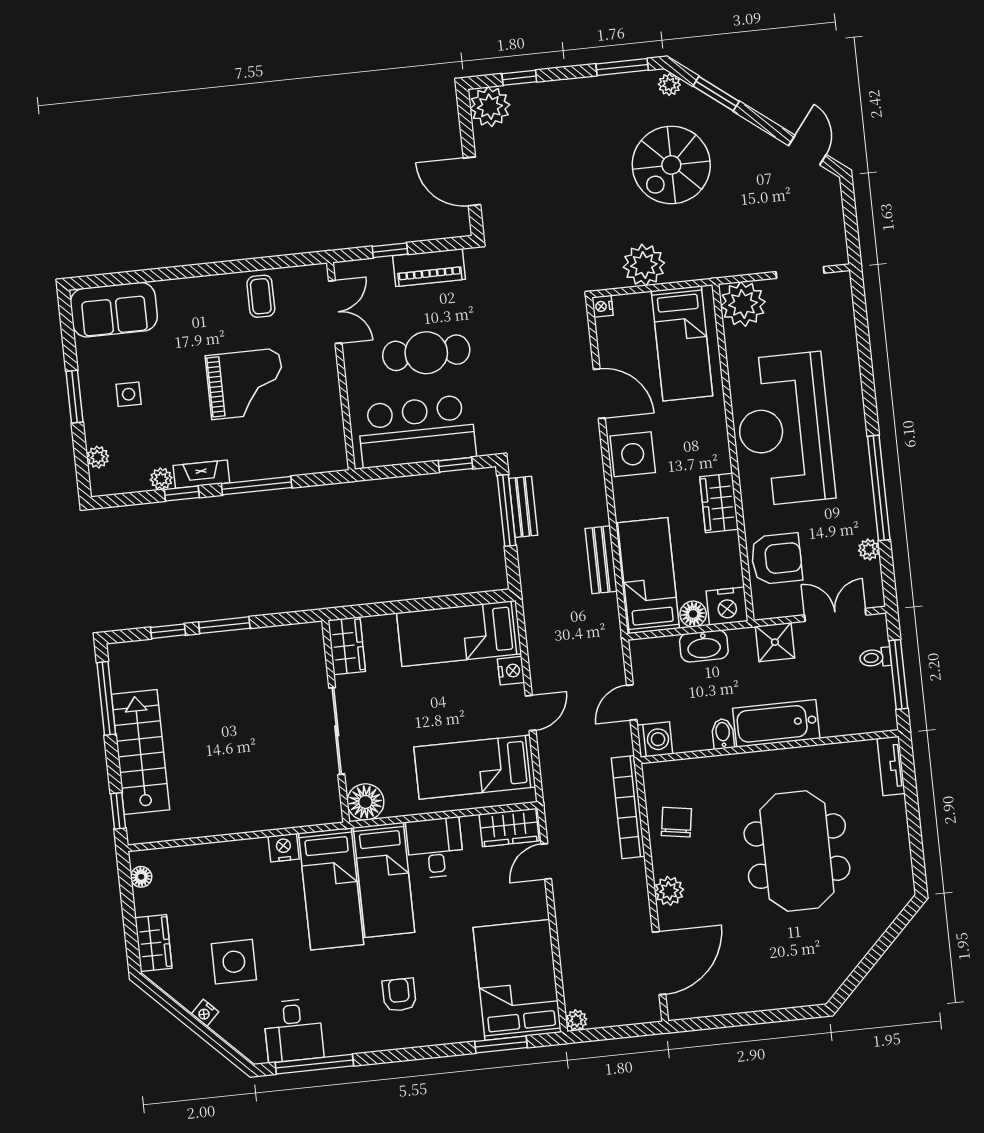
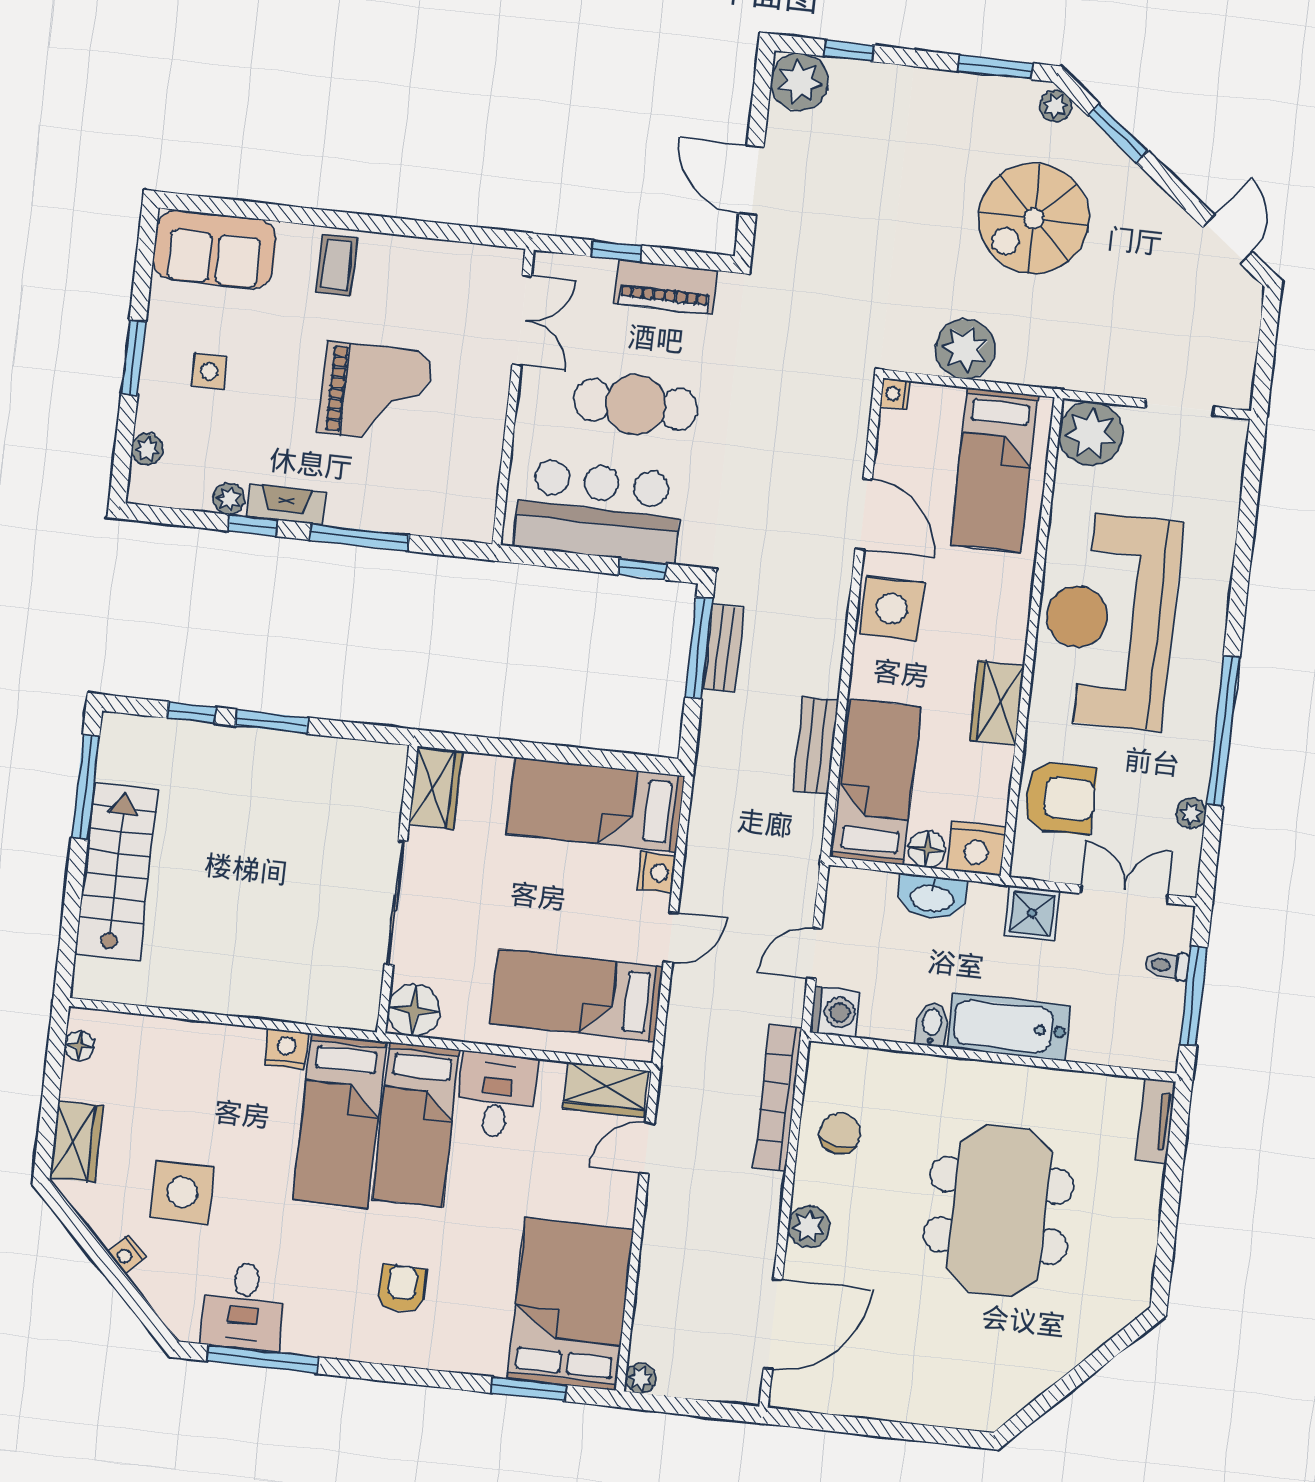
coffee table: (261, 296) -> (337, 265), moved
window: (118, 811) -> (67, 947), removed

